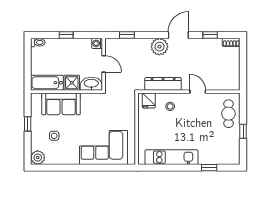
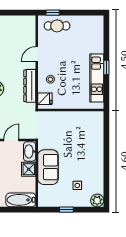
bathtub: (47, 83) -> (21, 200), moved, turned 90
sofa: (61, 104) -> (48, 167), moved
window: (243, 131) -> (53, 13), moved
corner sofa: (104, 147) -> (88, 140), removed
window: (209, 168) -> (106, 67), moved

